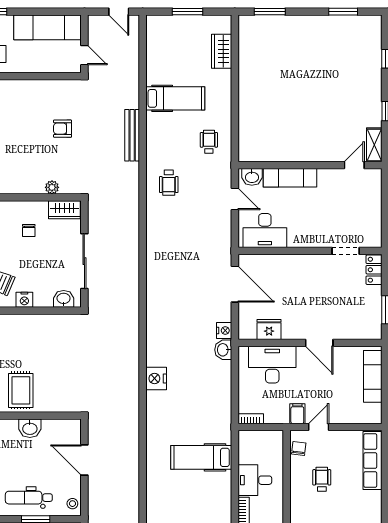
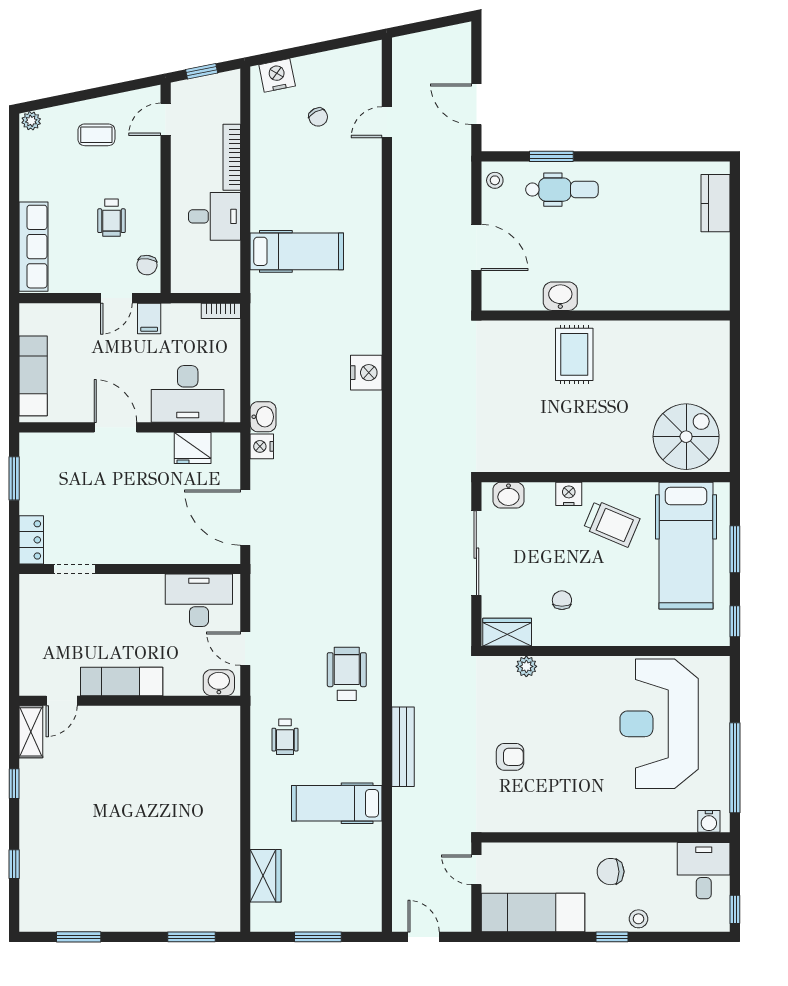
exam couch: (290, 178) -> (122, 681), moved
wheelchair: (169, 183) -> (347, 674), width x1.36, depth x1.37

